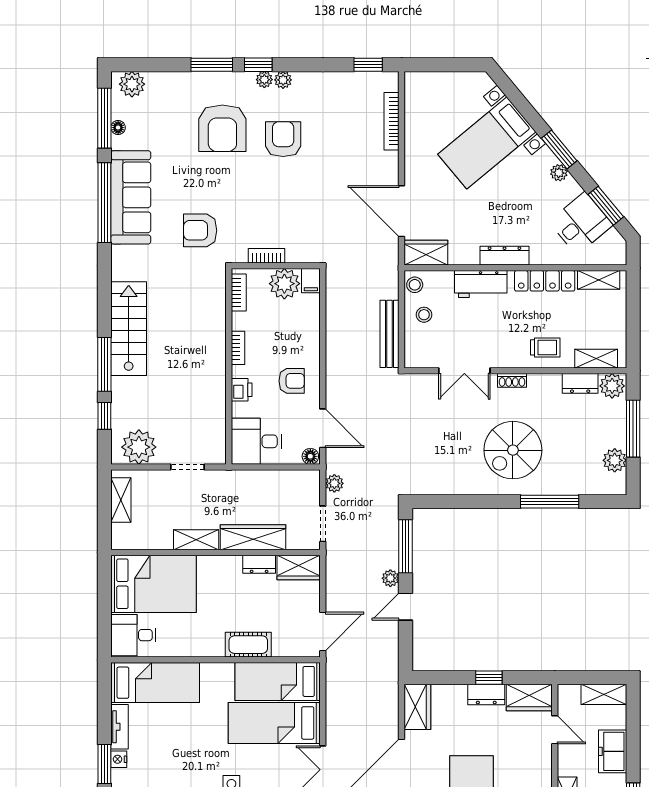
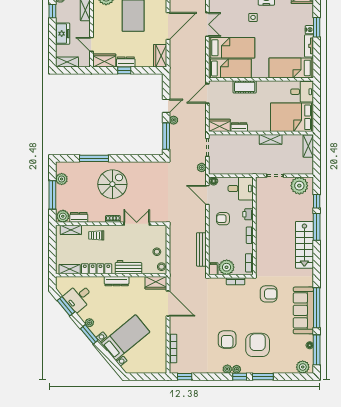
bench: (390, 334) -> (201, 249), moved
shelving: (121, 500) -> (308, 146), moved
wardrobe: (253, 537) -> (242, 141), removed

